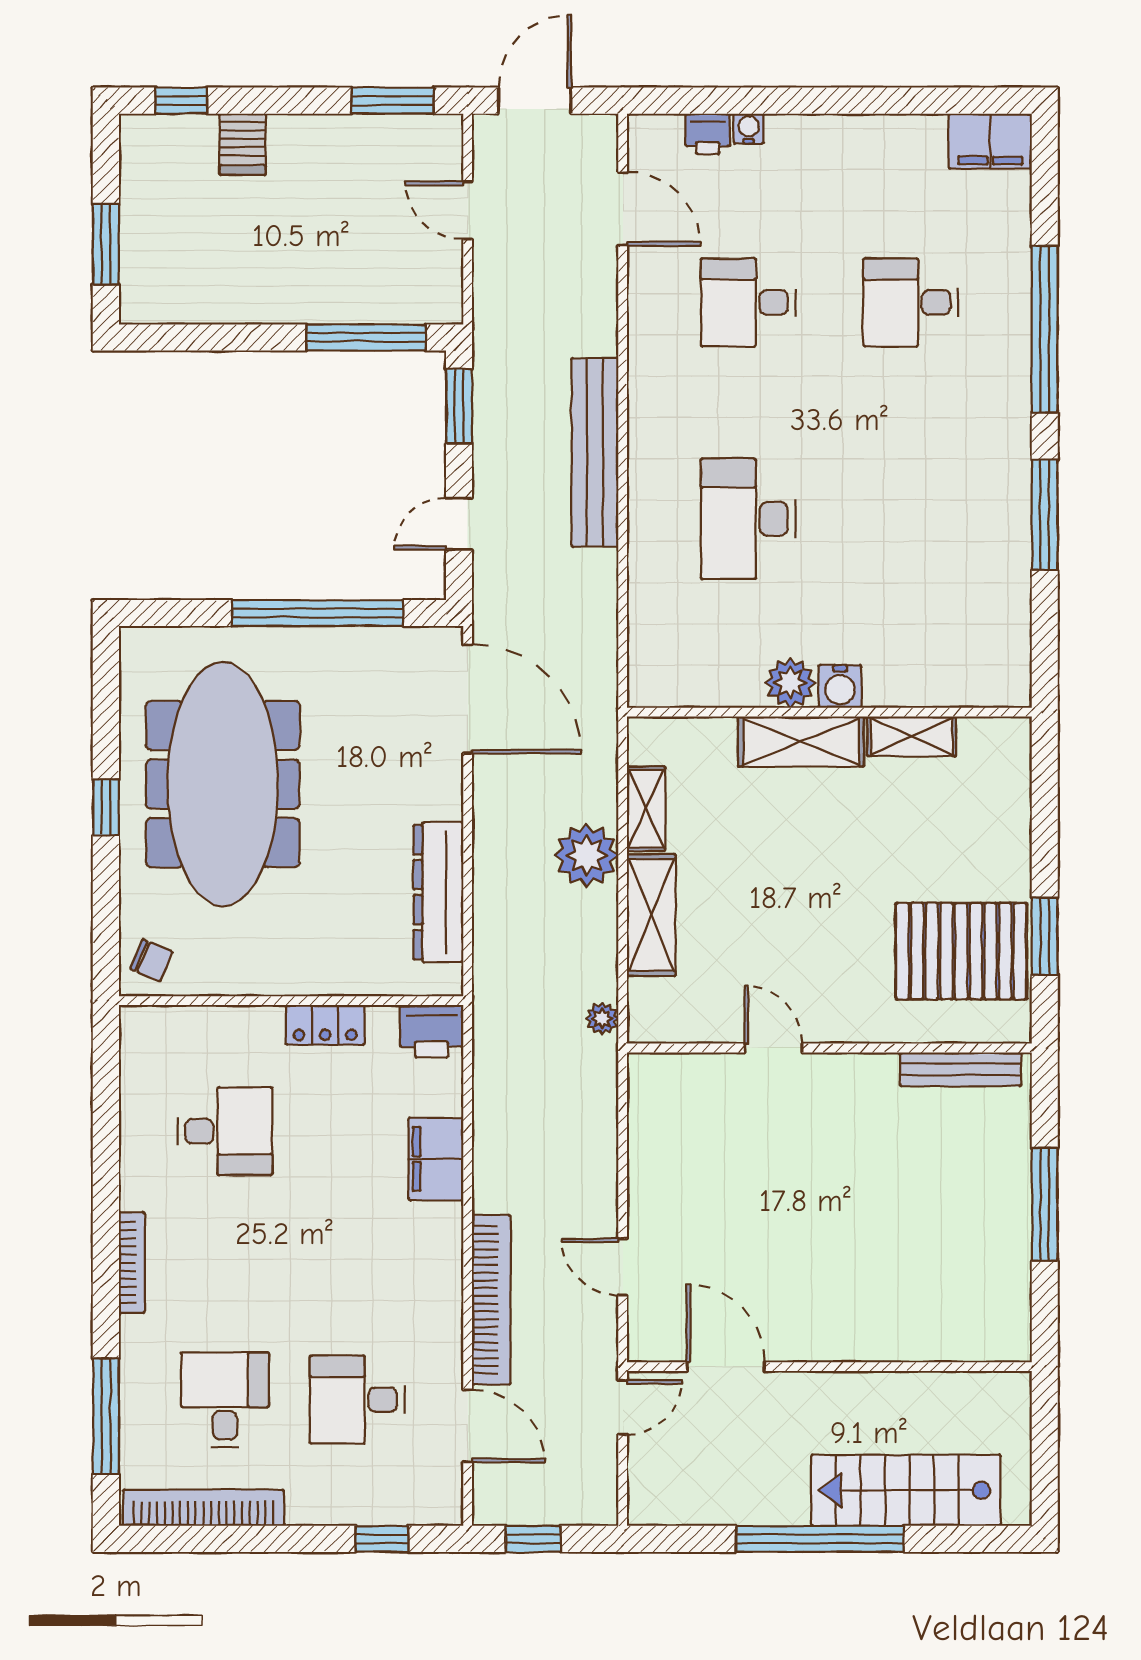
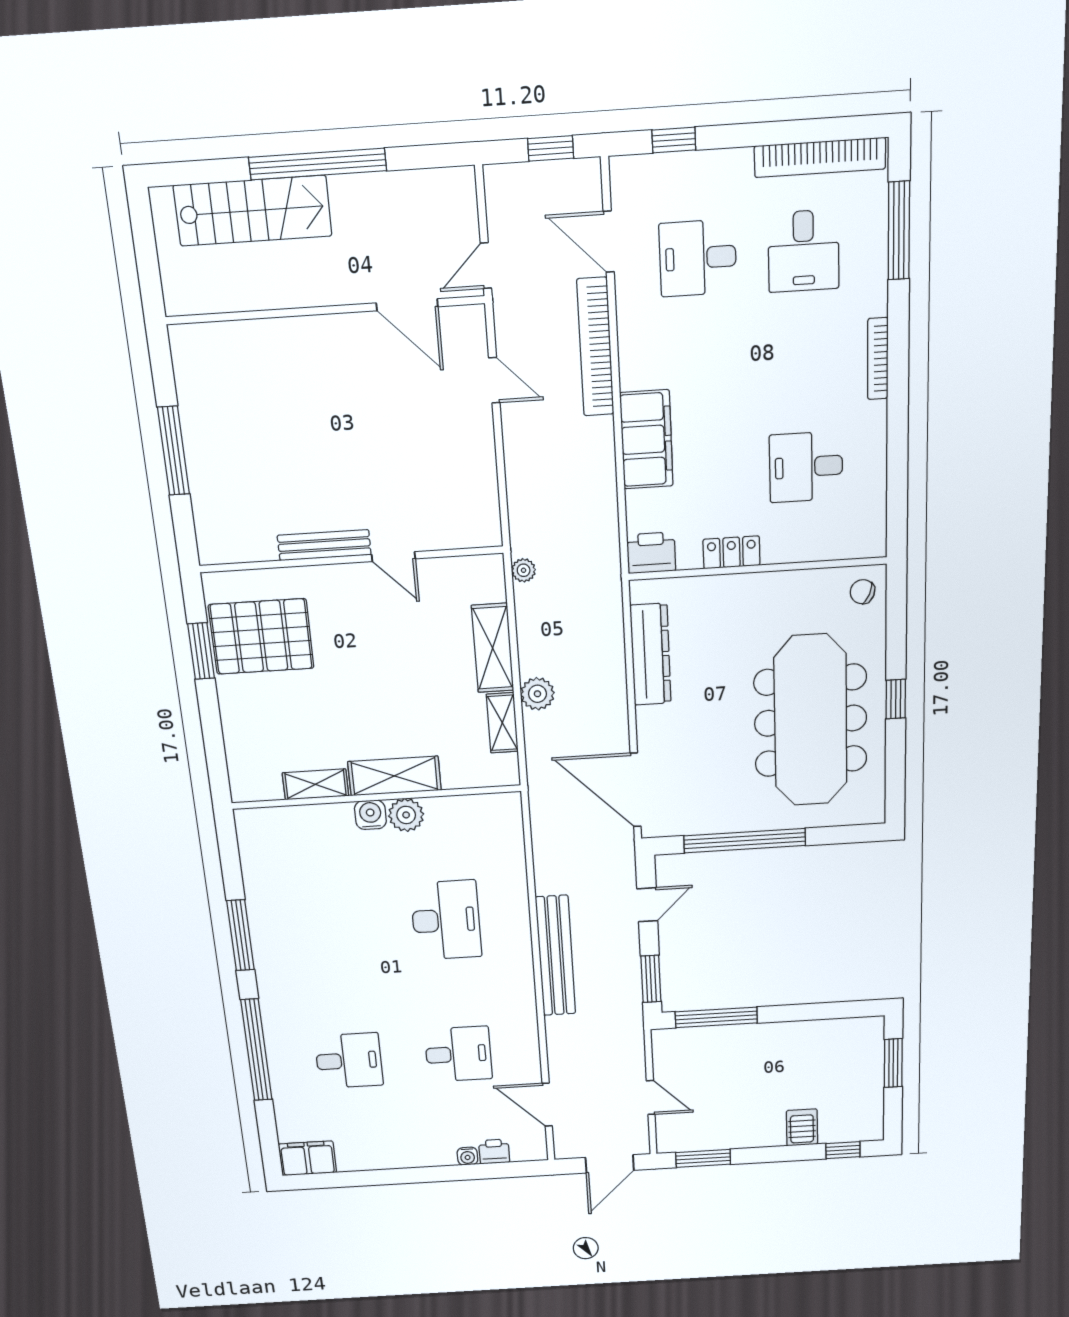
plant: (587, 855) -> (537, 694), width x0.73, depth x0.73
bench: (961, 1069) -> (324, 545), moved
filing cabinet: (436, 1159) -> (646, 440), width x1.50, depth x1.17
desk: (357, 1400) -> (698, 258), turned 180

